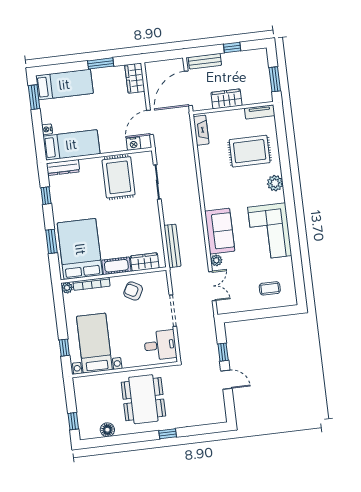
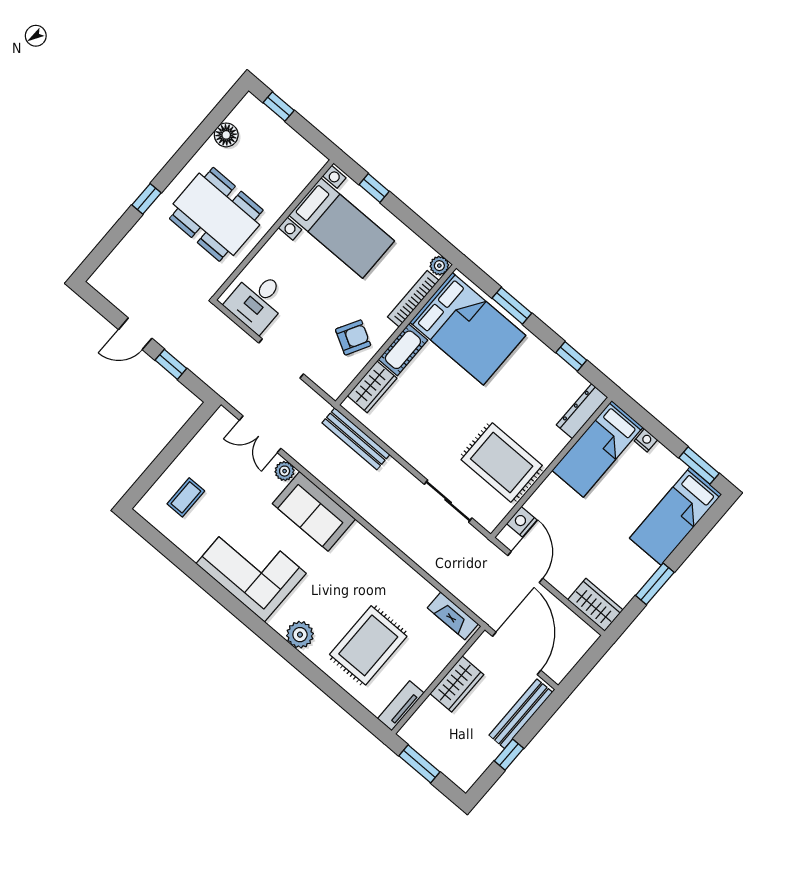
bench: (205, 61) -> (521, 714), width x1.36

